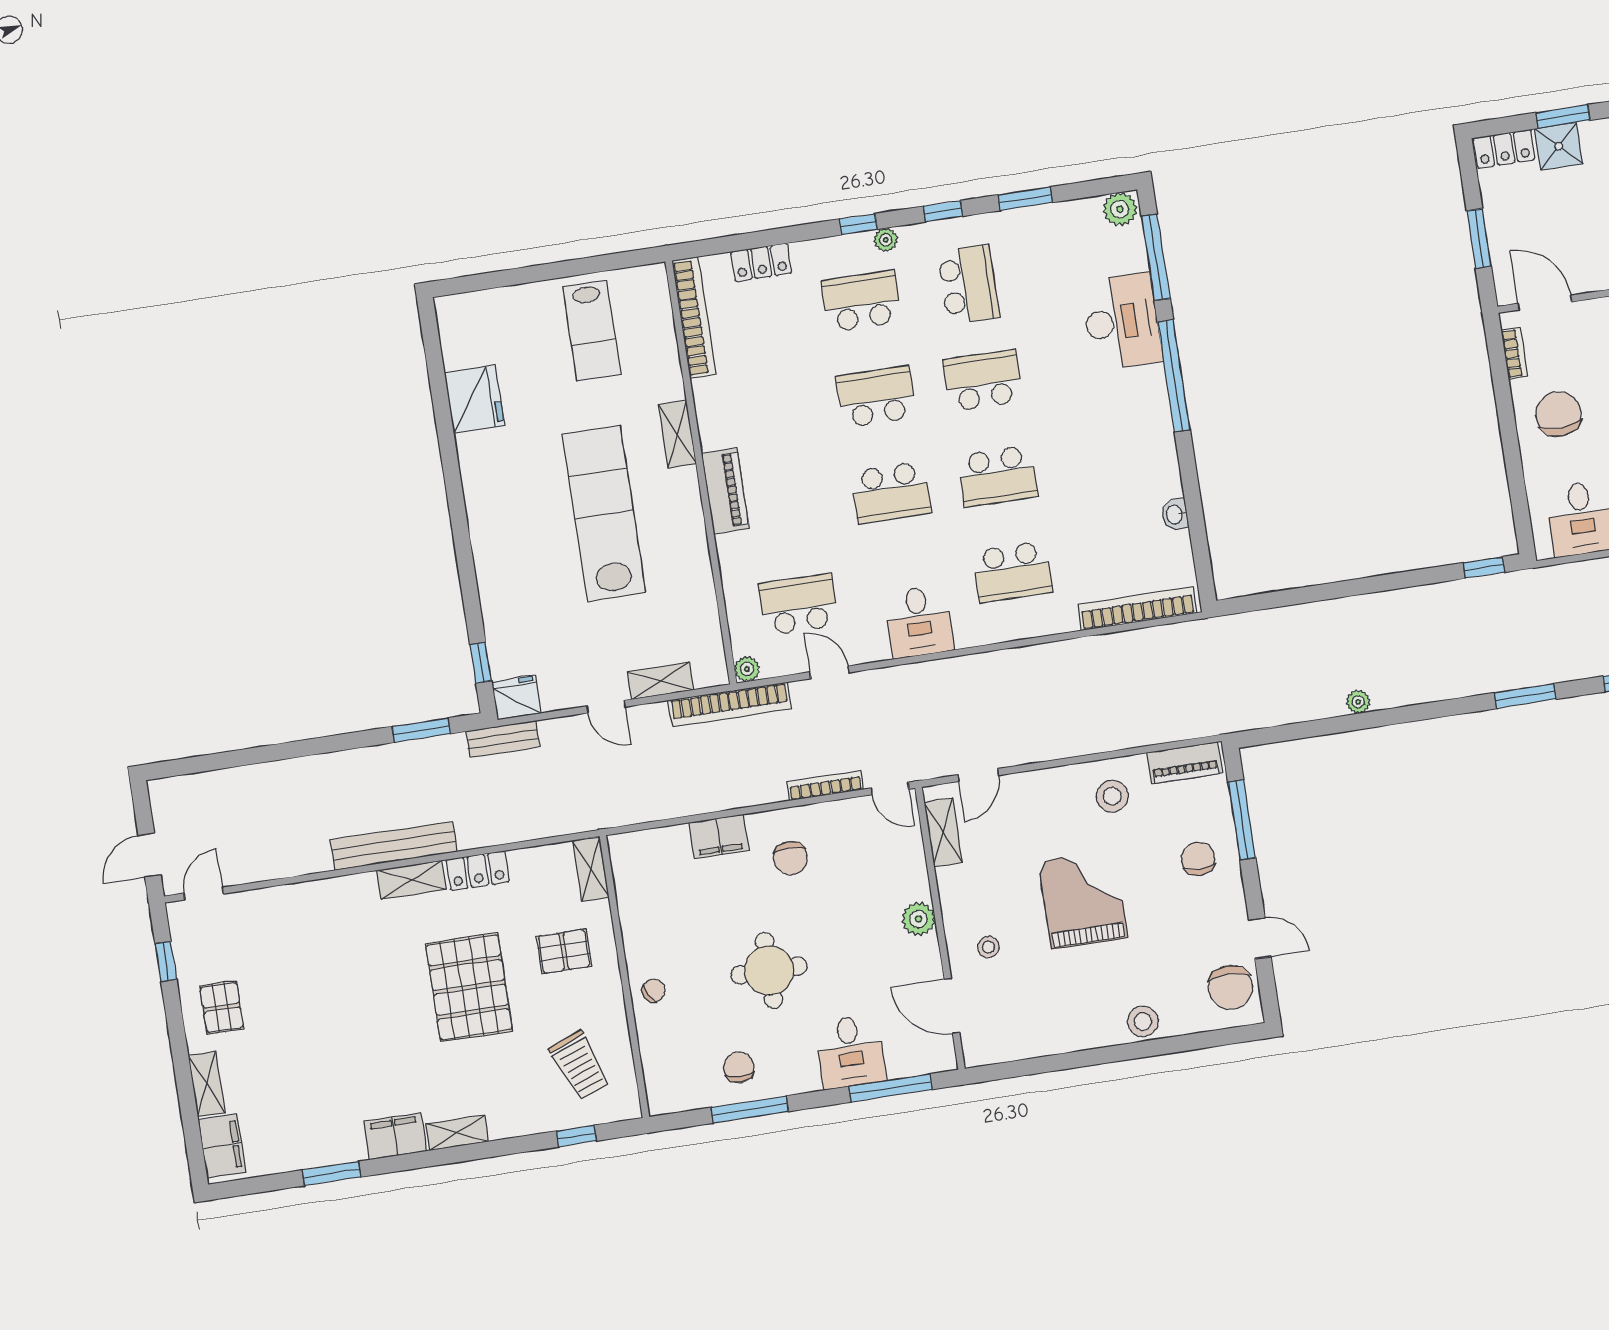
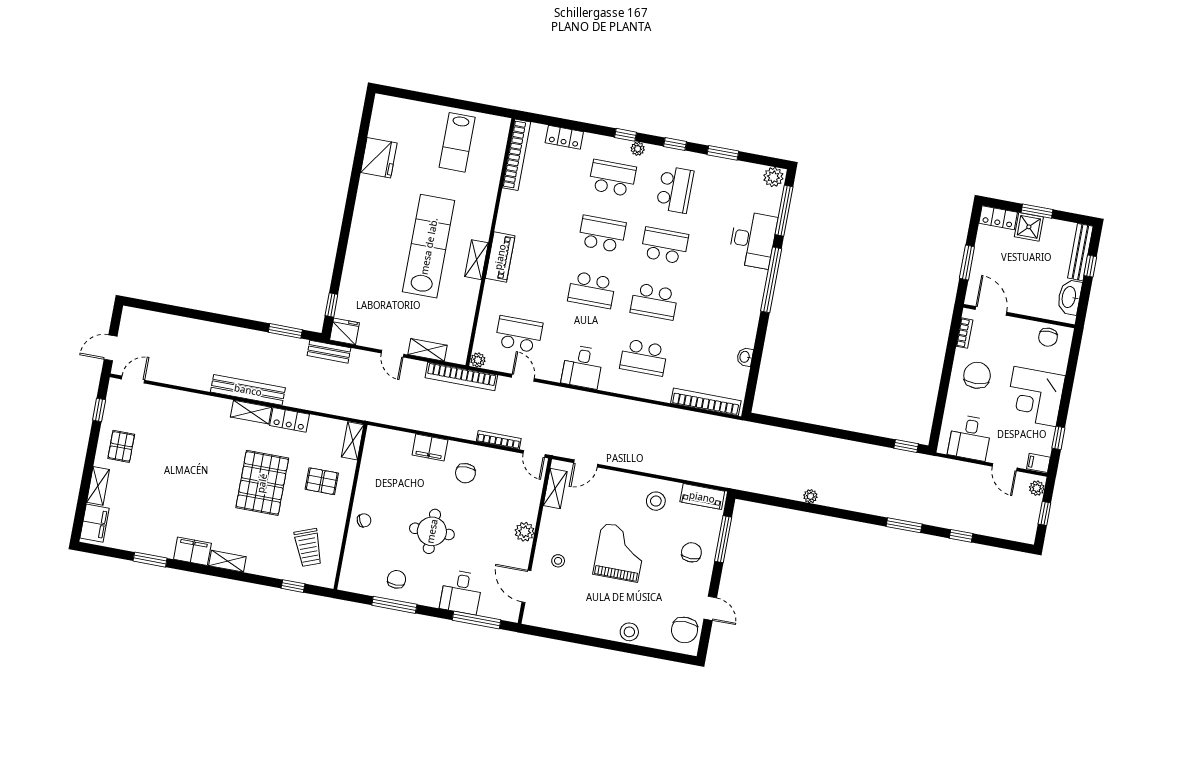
shelving: (677, 434) -> (477, 260), moved

